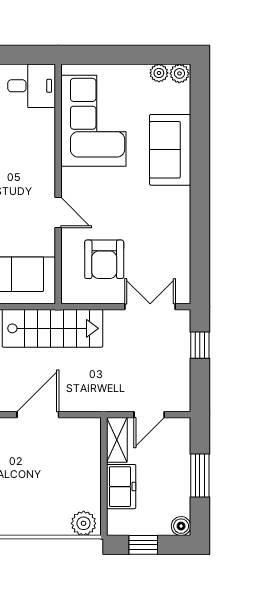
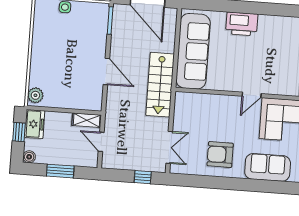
door: (58, 212) -> (252, 95), moved
armchair: (104, 259) -> (220, 155), moved
freezer: (121, 487) -> (35, 124), moved, turned -90

